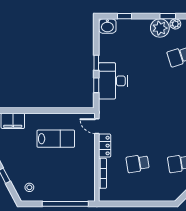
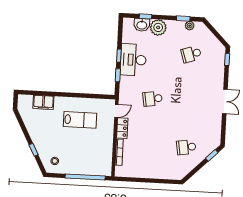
washbasin: (107, 26) -> (142, 25), moved
plant: (160, 28) -> (158, 27), moved
desk: (113, 81) -> (133, 60), moved
door: (97, 126) -> (116, 111), swing flipped
school desk: (138, 163) -> (153, 99), moved

